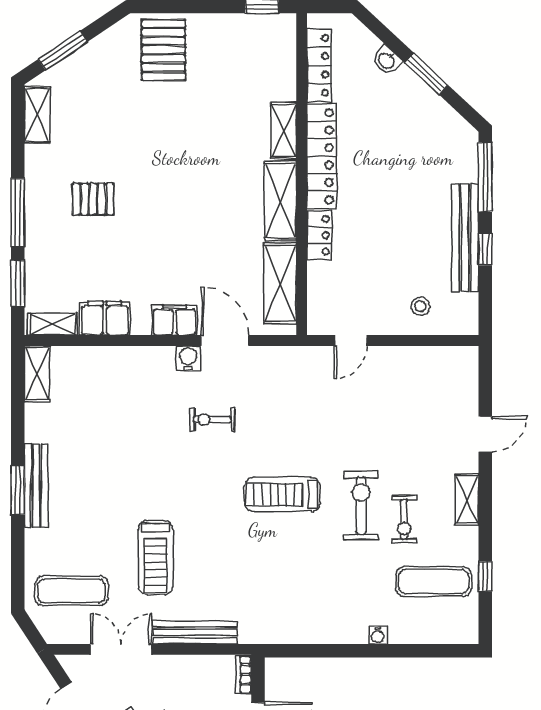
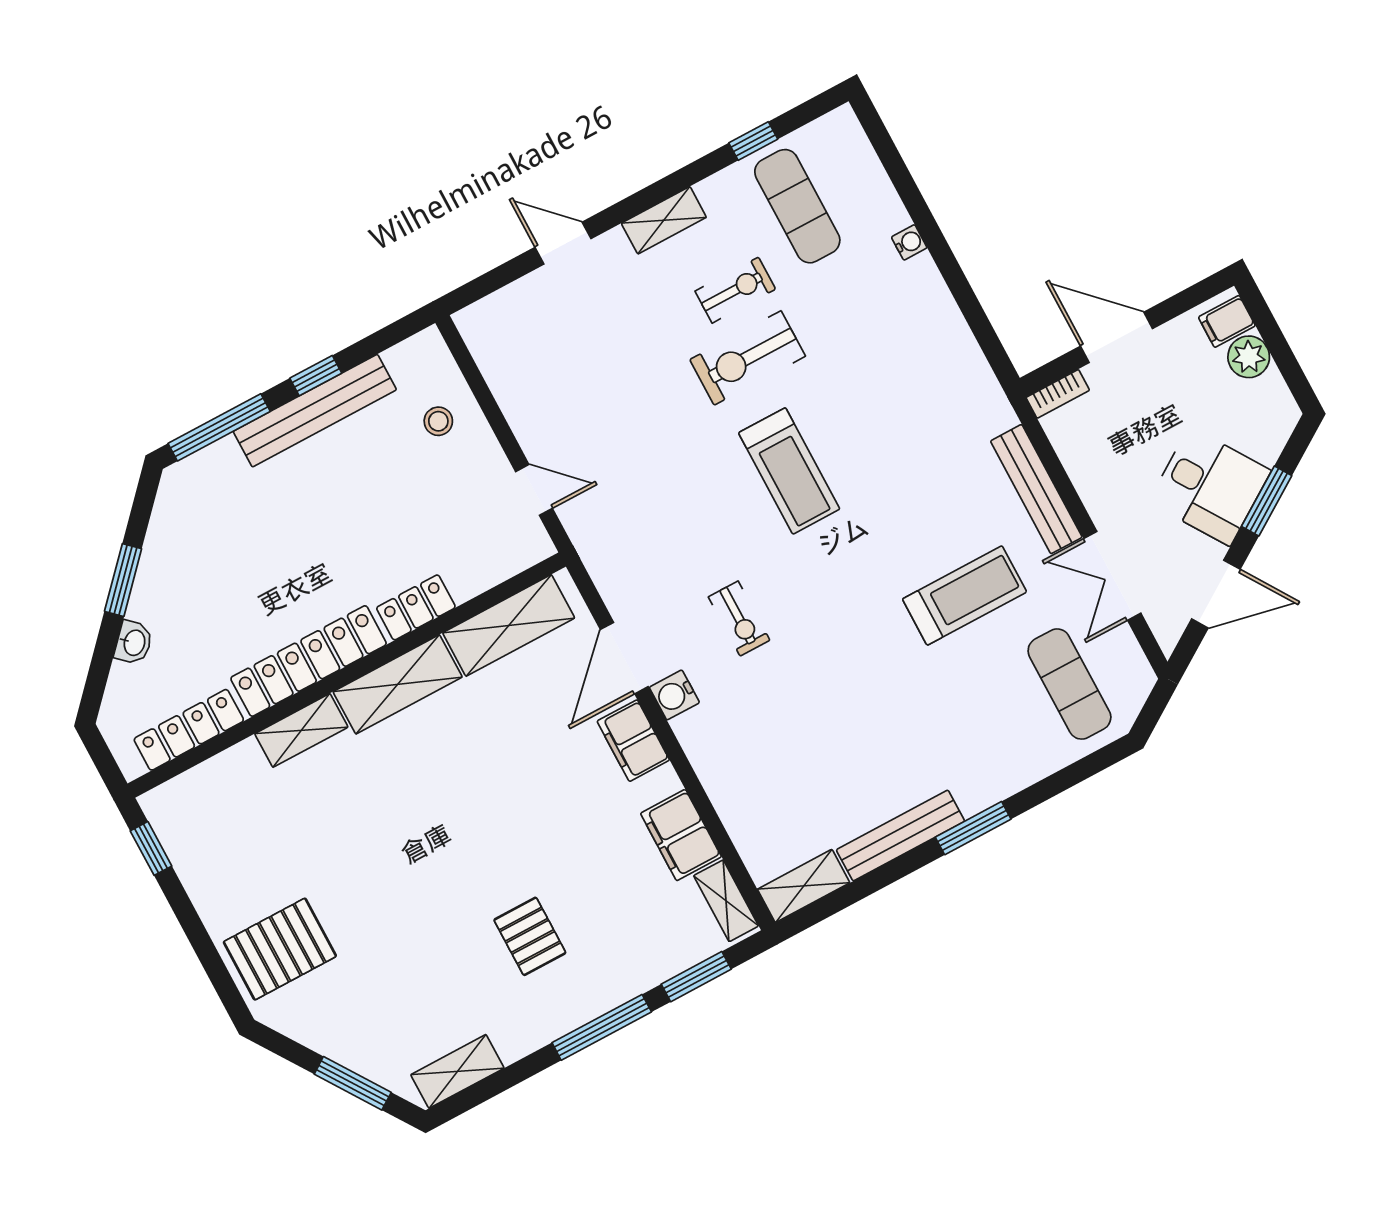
bench: (36, 486) -> (900, 836), moved

